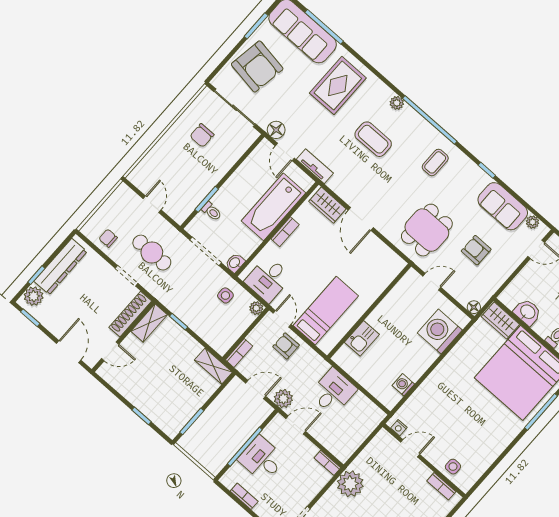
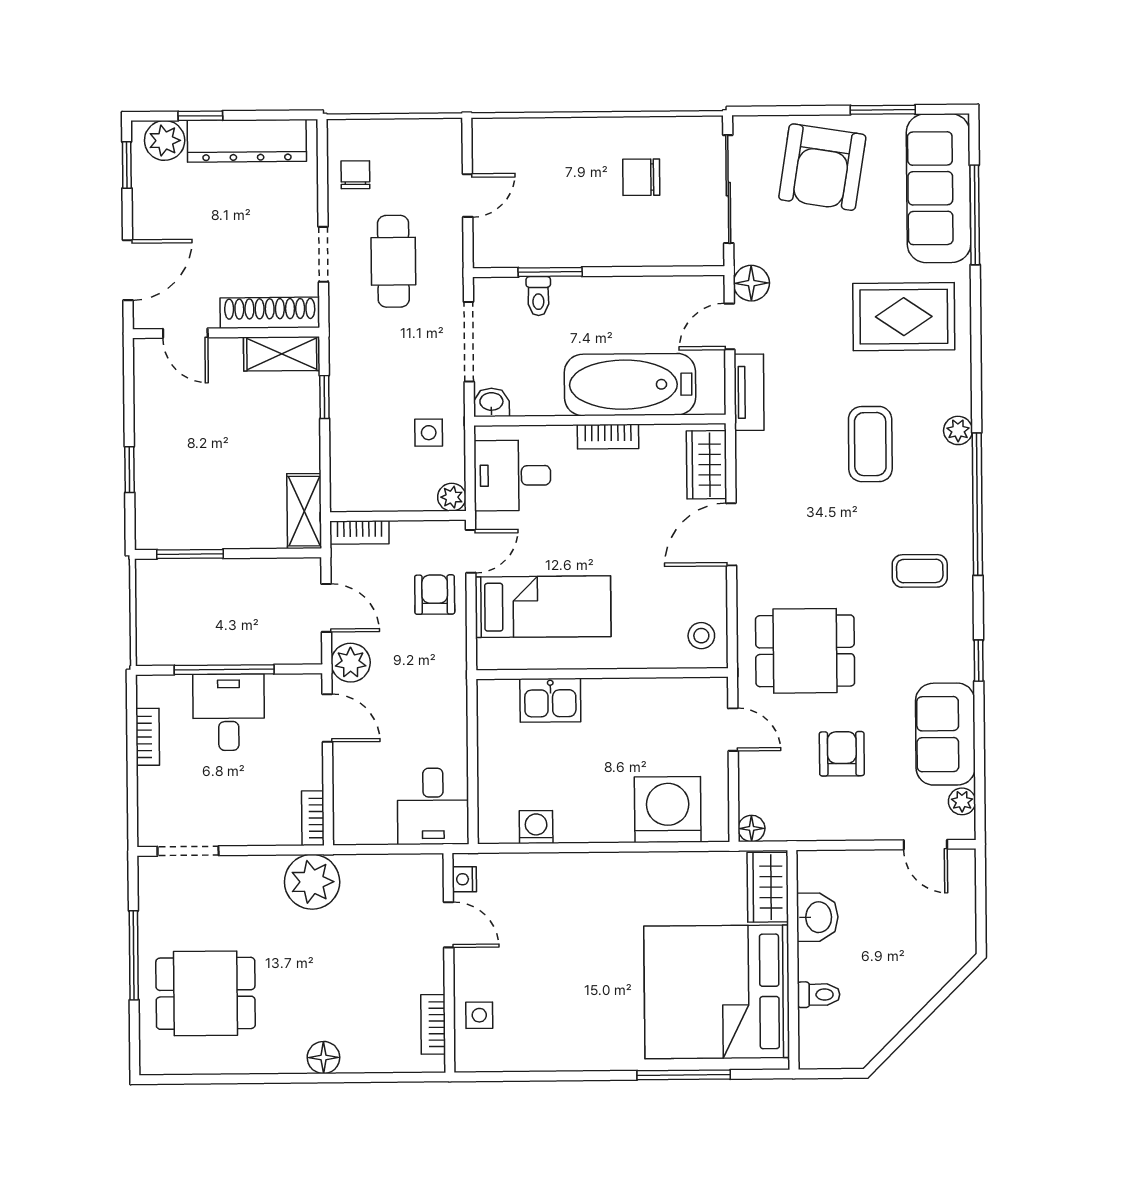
stool: (388, 263) -> (701, 636), added
desk: (333, 392) -> (433, 806), moved, turned 90

